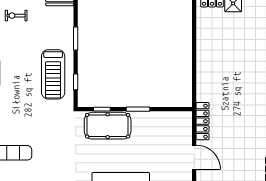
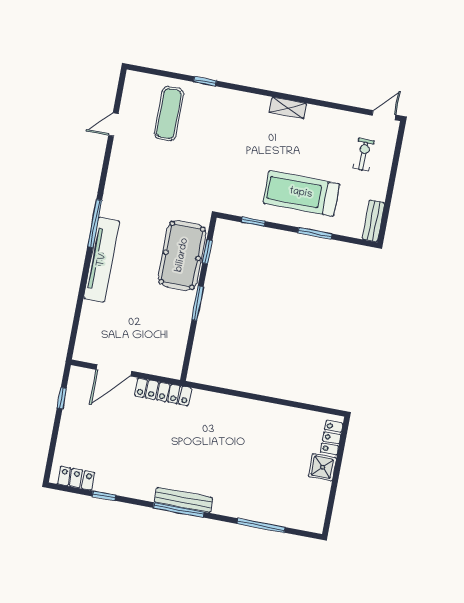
treadmill: (53, 74) -> (301, 193), moved

